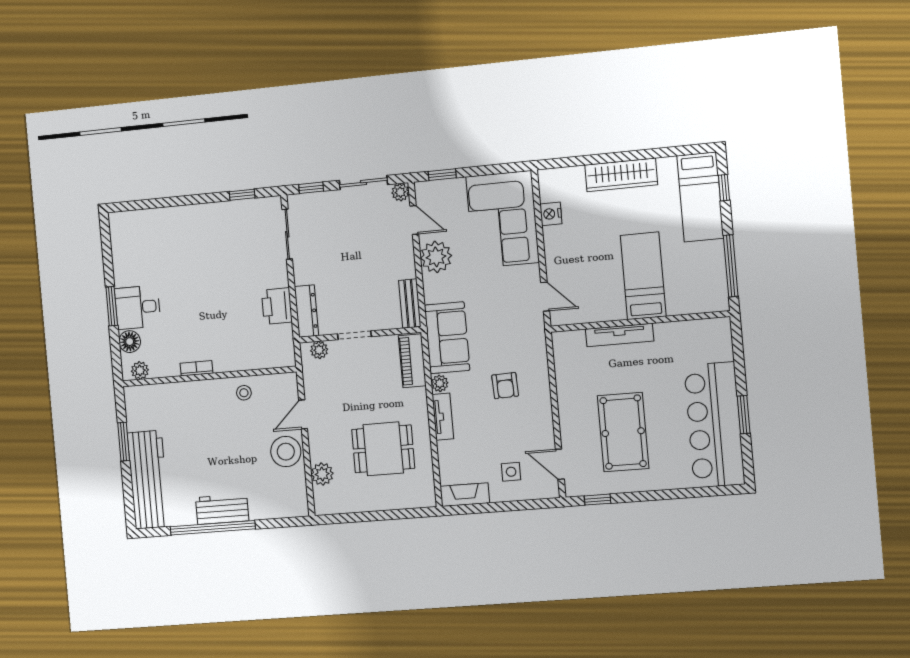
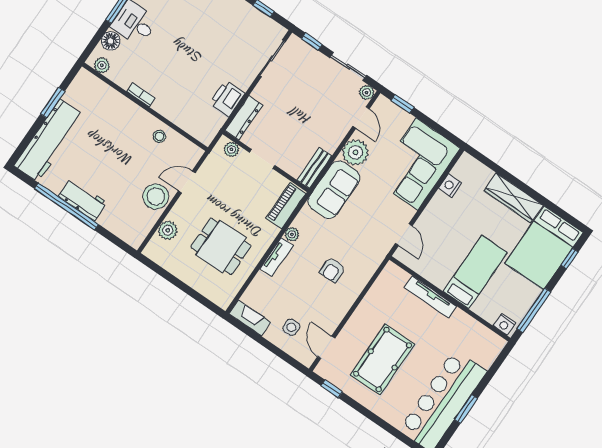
bed: (700, 197) -> (544, 248), width x1.50
nightstand: (713, 303) -> (504, 324), added
sofa: (447, 338) -> (334, 190), moved

